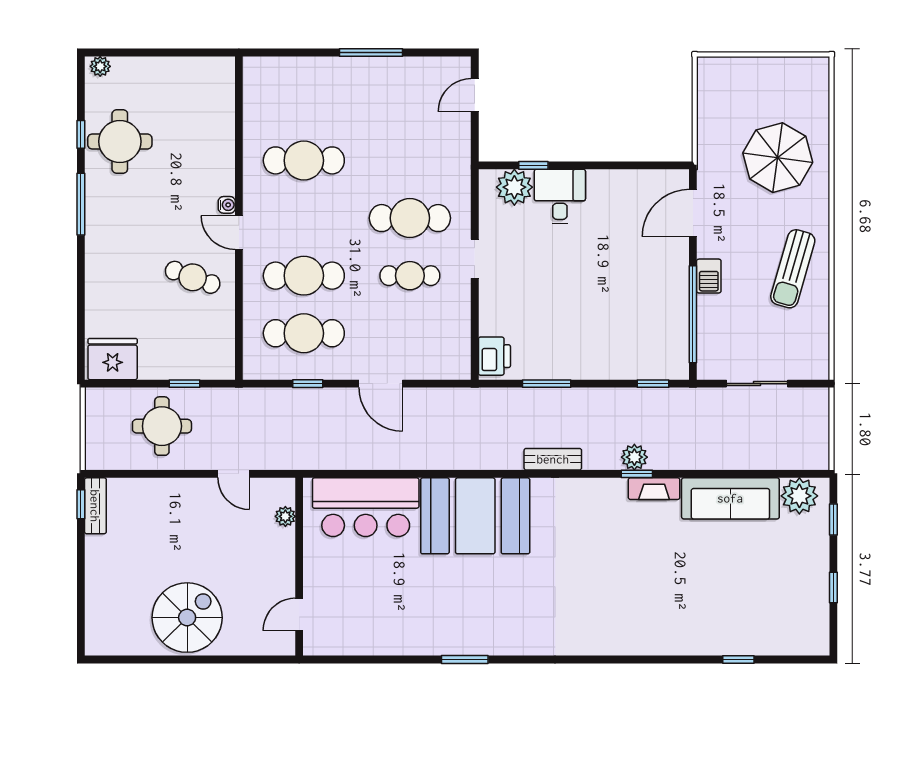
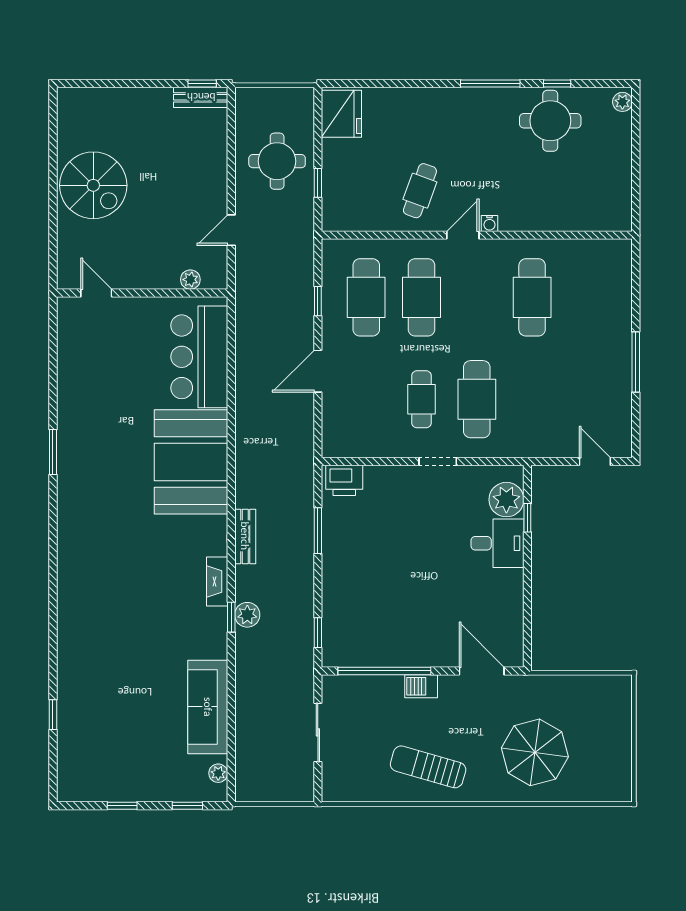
fireplace: (654, 489) -> (217, 582), moved
plant: (799, 496) -> (218, 773), width x0.53, depth x0.53

